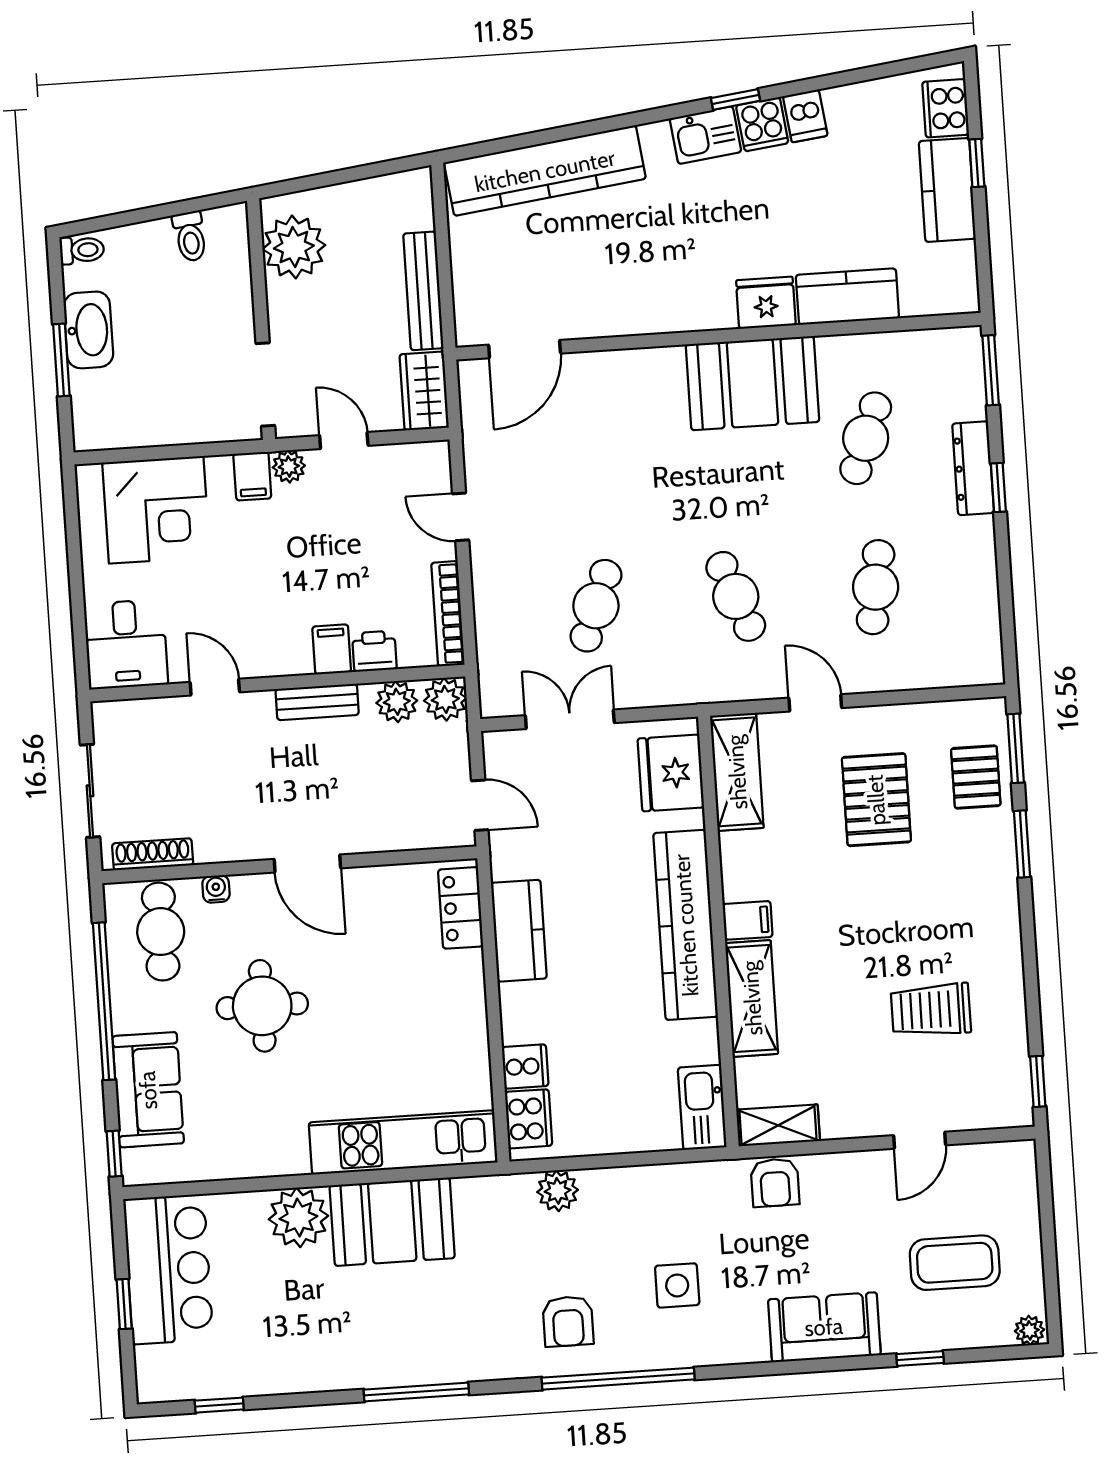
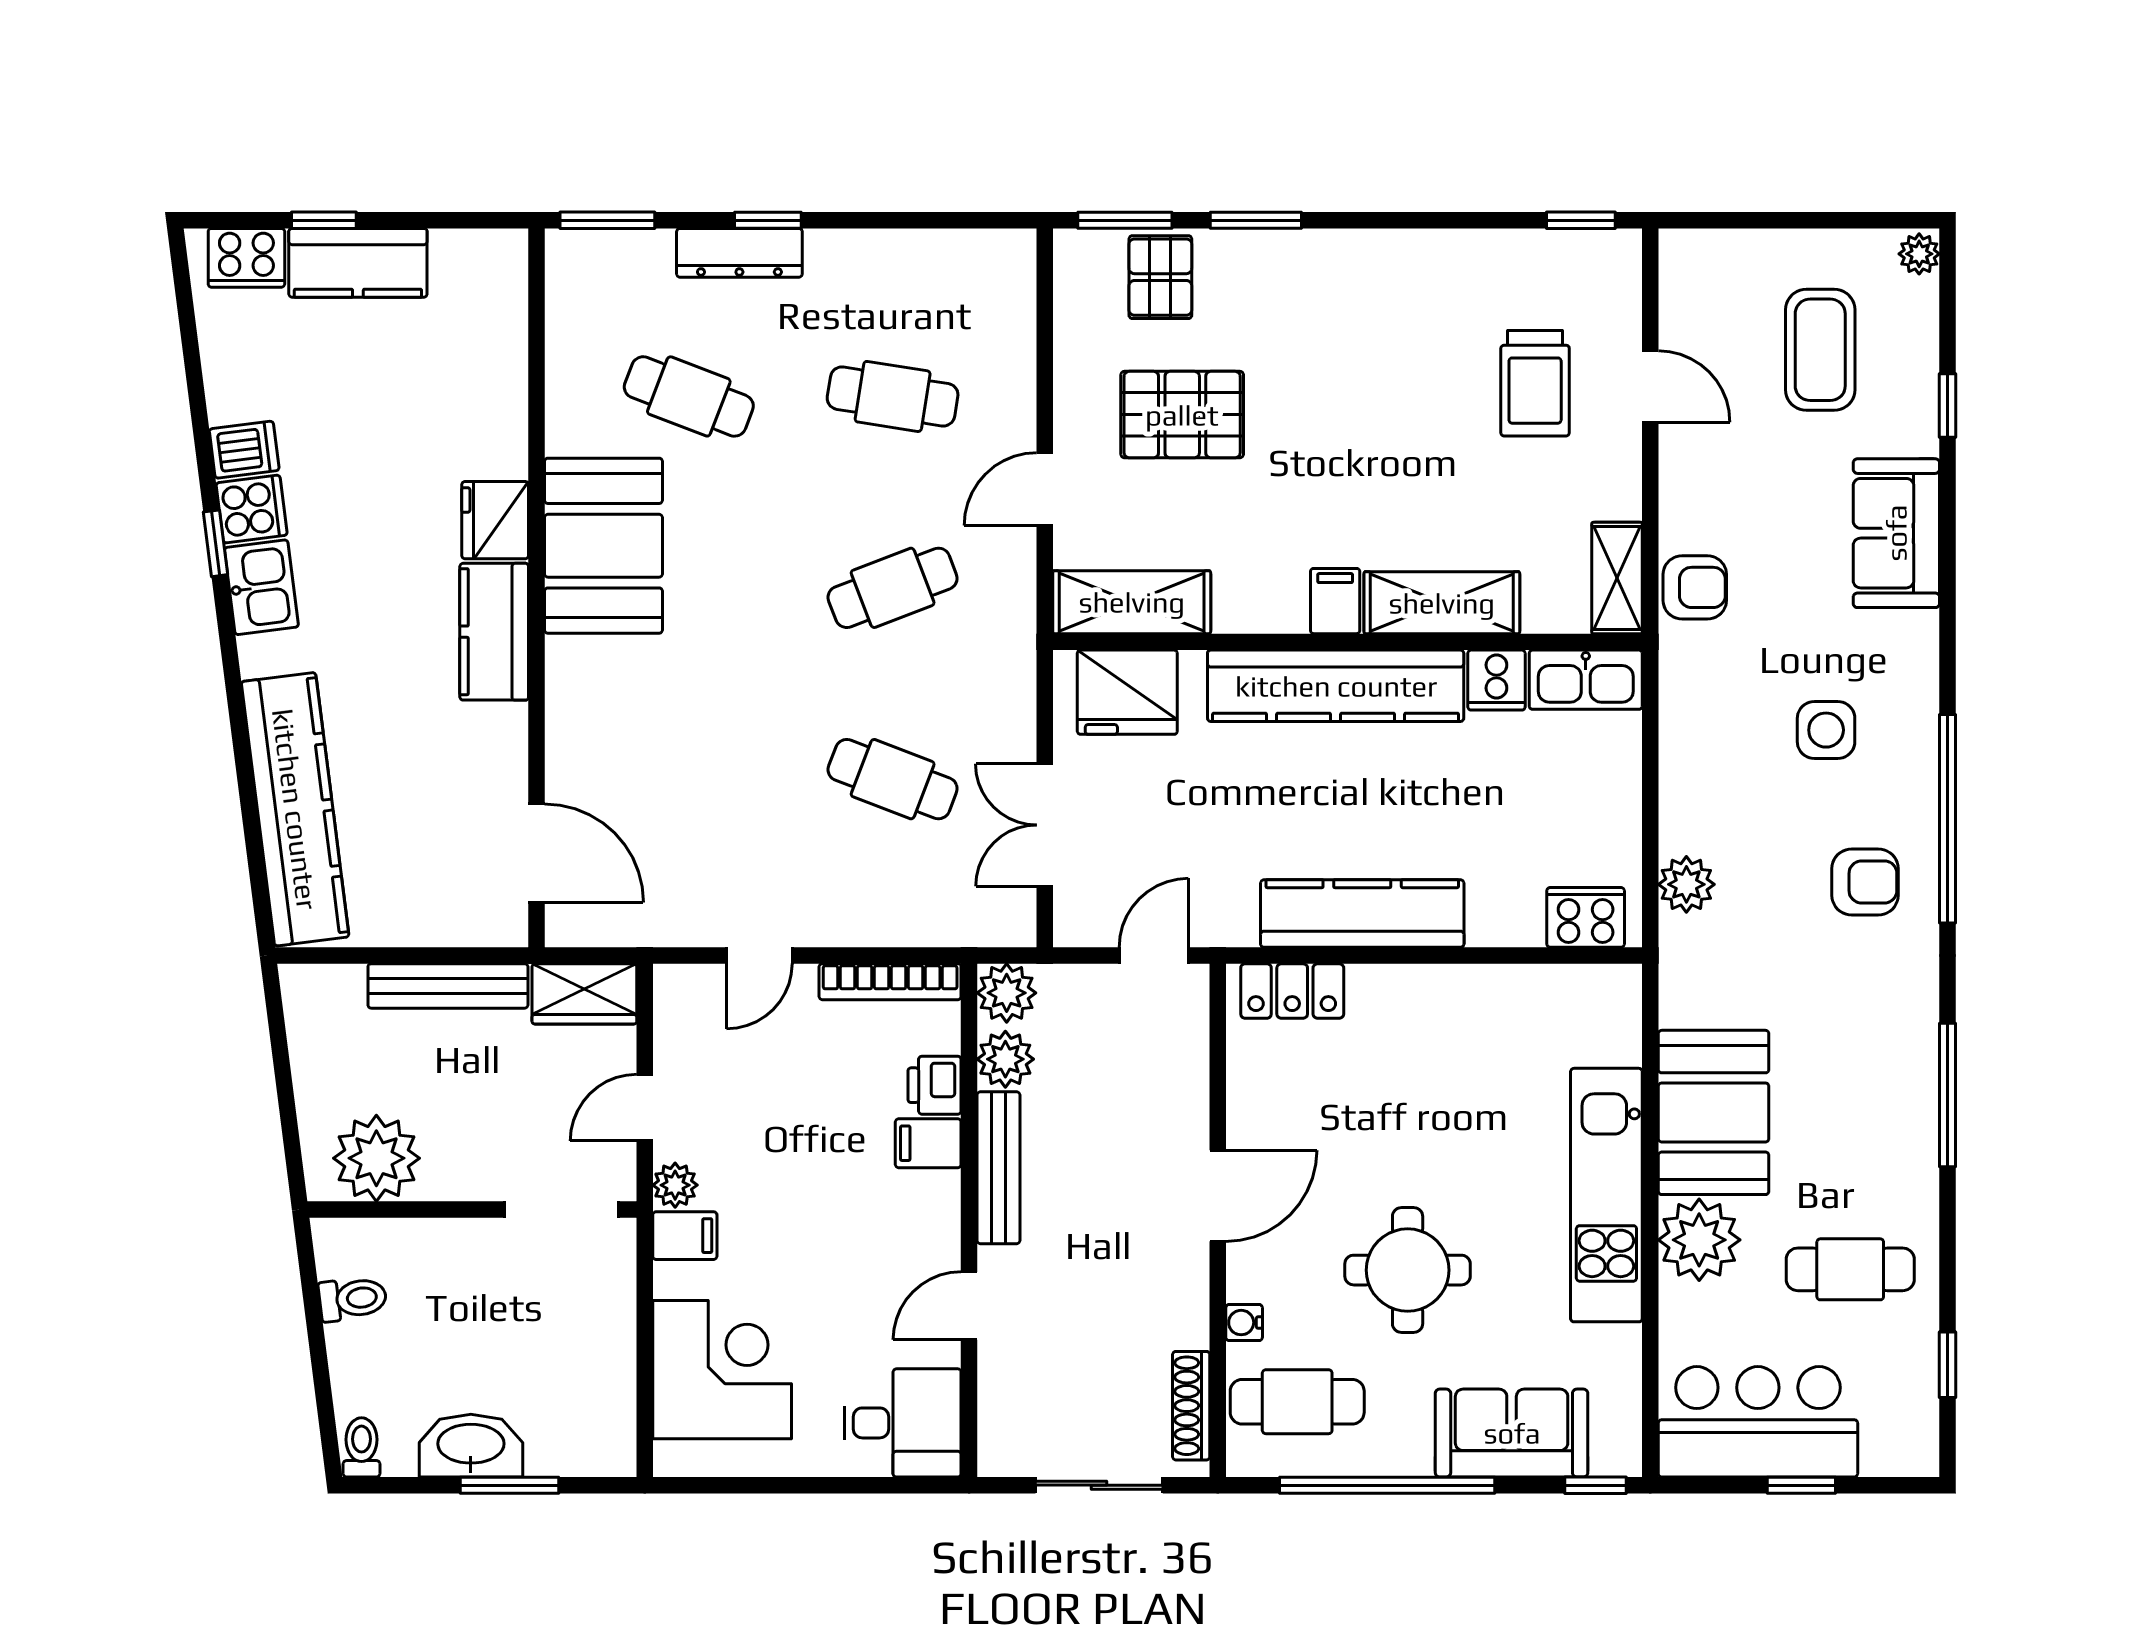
kitchen counter: (847, 297) -> (494, 632), moved
bench: (317, 702) -> (999, 1168), width x1.36
pallet: (976, 777) -> (1160, 277), turned 90
kitchen counter: (519, 931) -> (1362, 913), width x1.50
trolley: (931, 1010) -> (1535, 383), moved
cooker: (525, 1066) -> (1496, 680), moved, turned 180
kitchen unit: (403, 1142) -> (1606, 1195), moved
cafe table: (284, 1329) -> (1850, 1269), added

